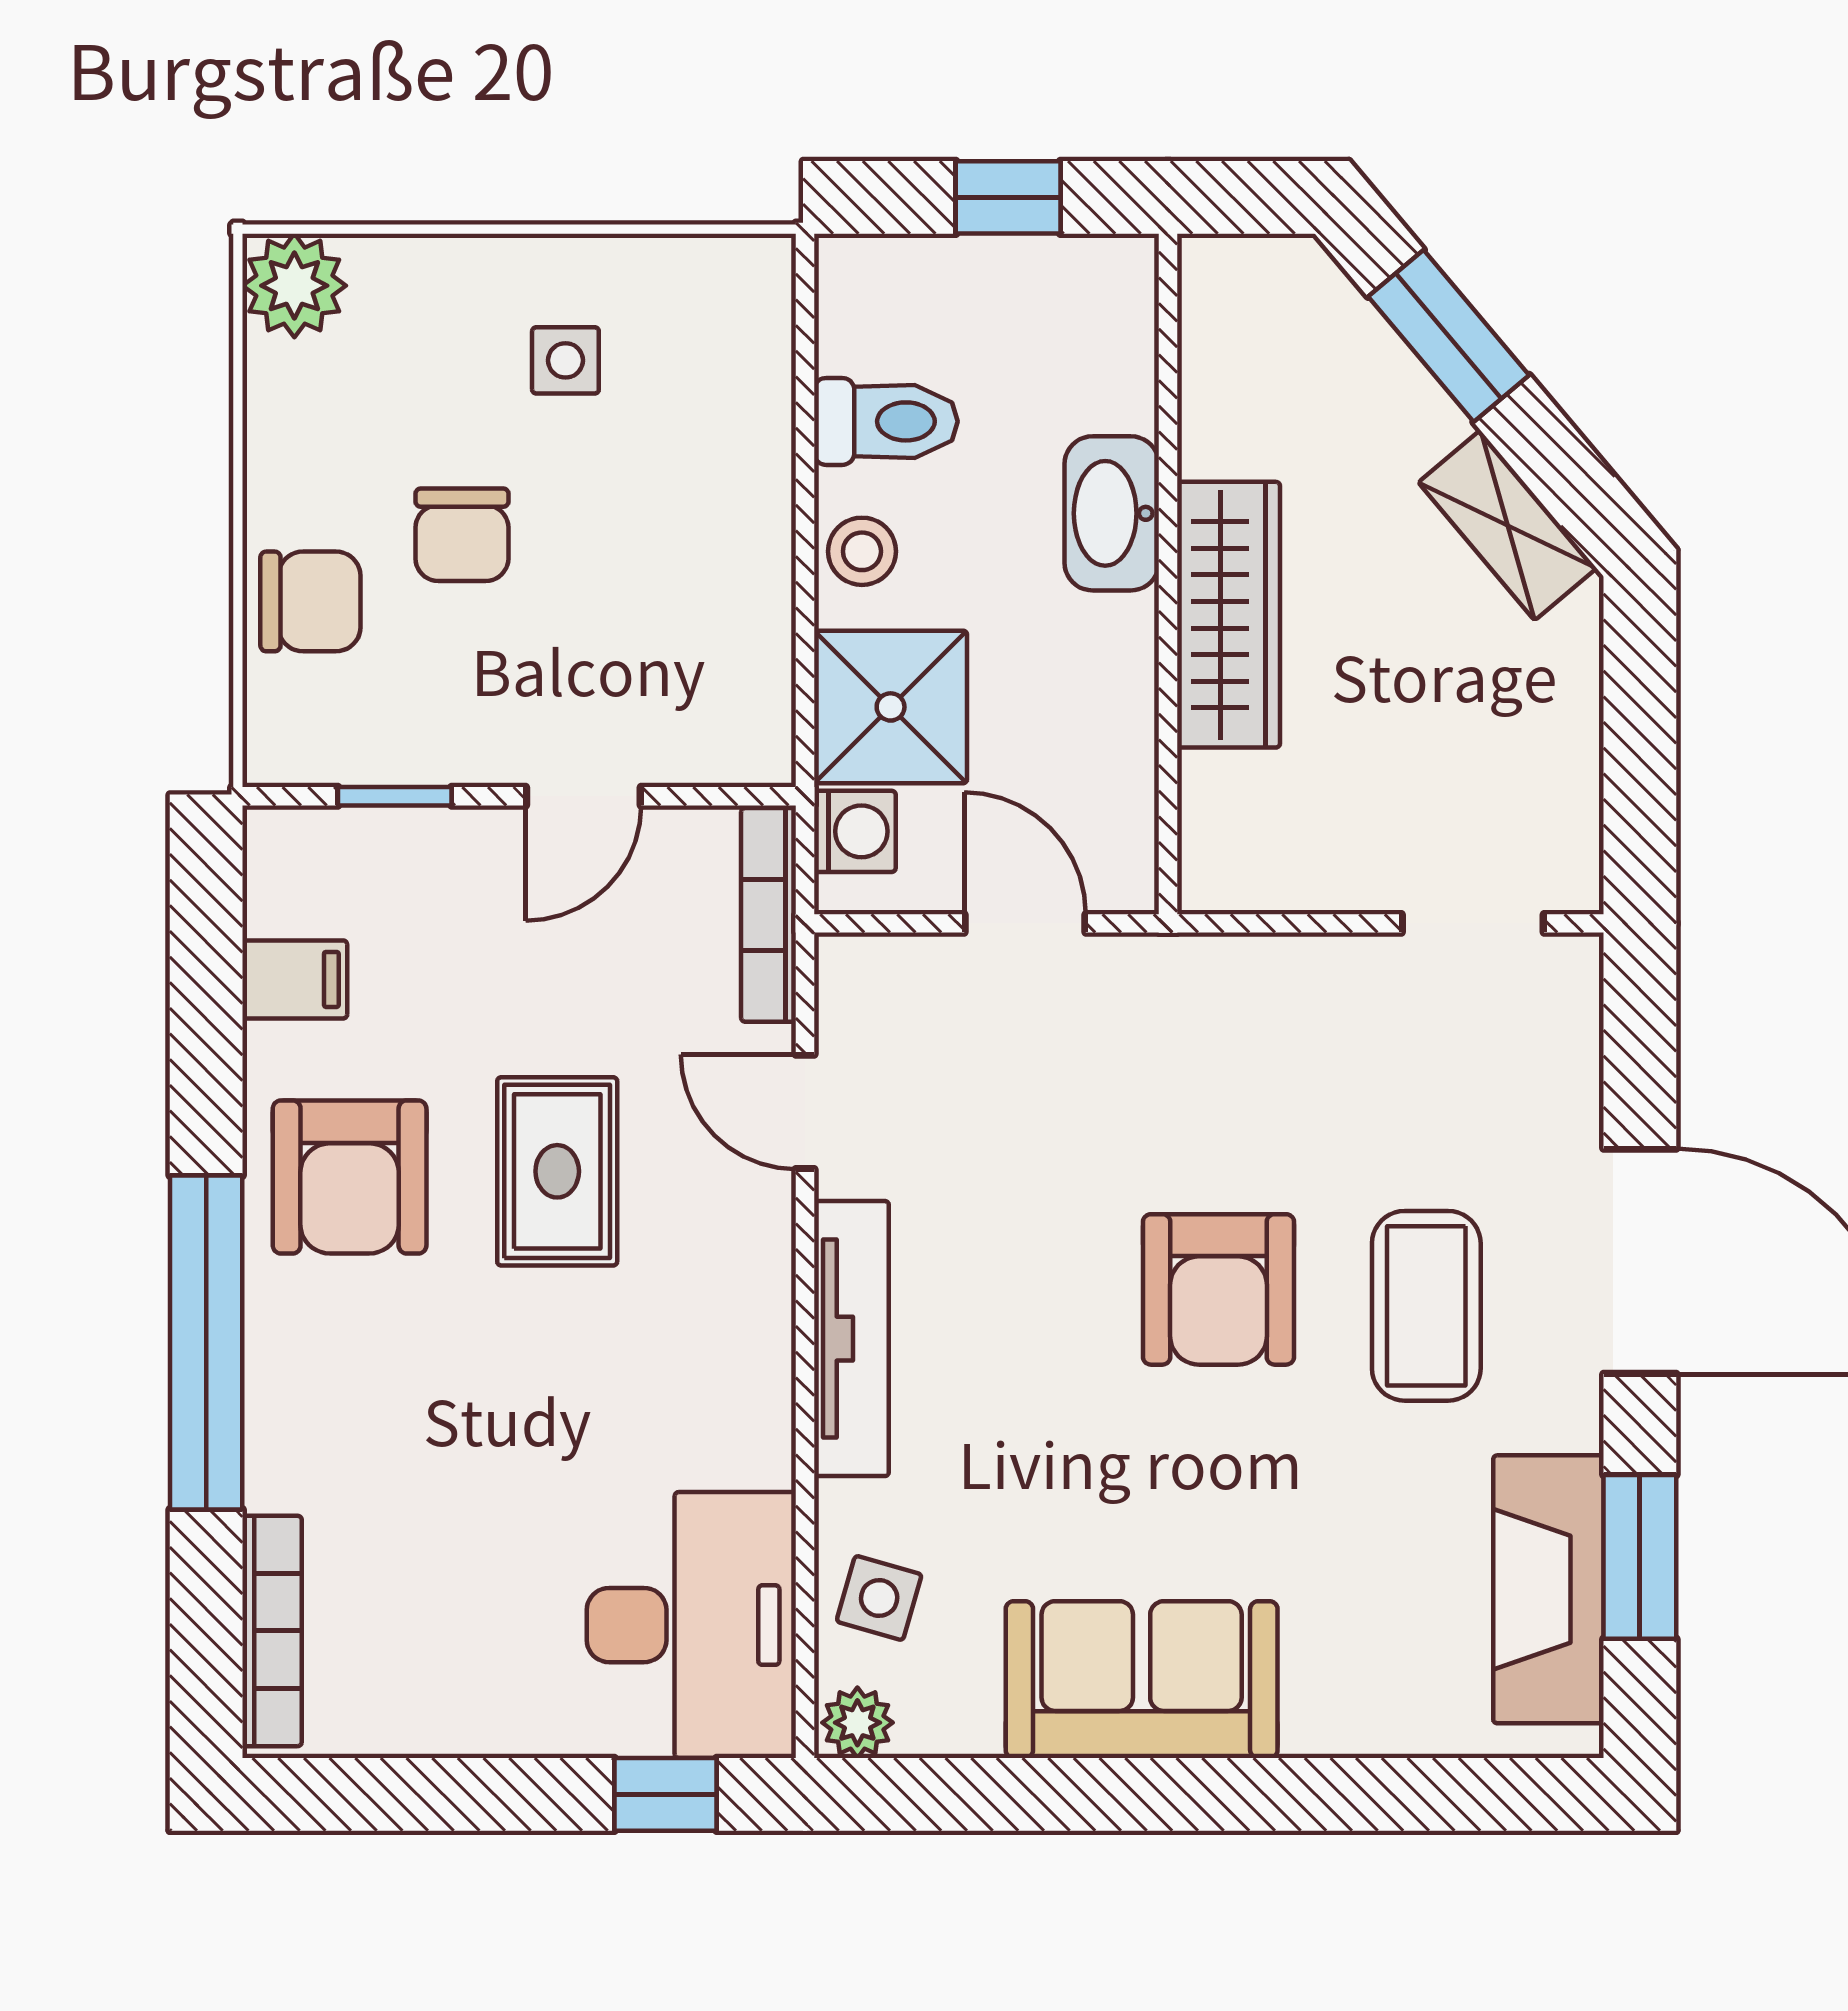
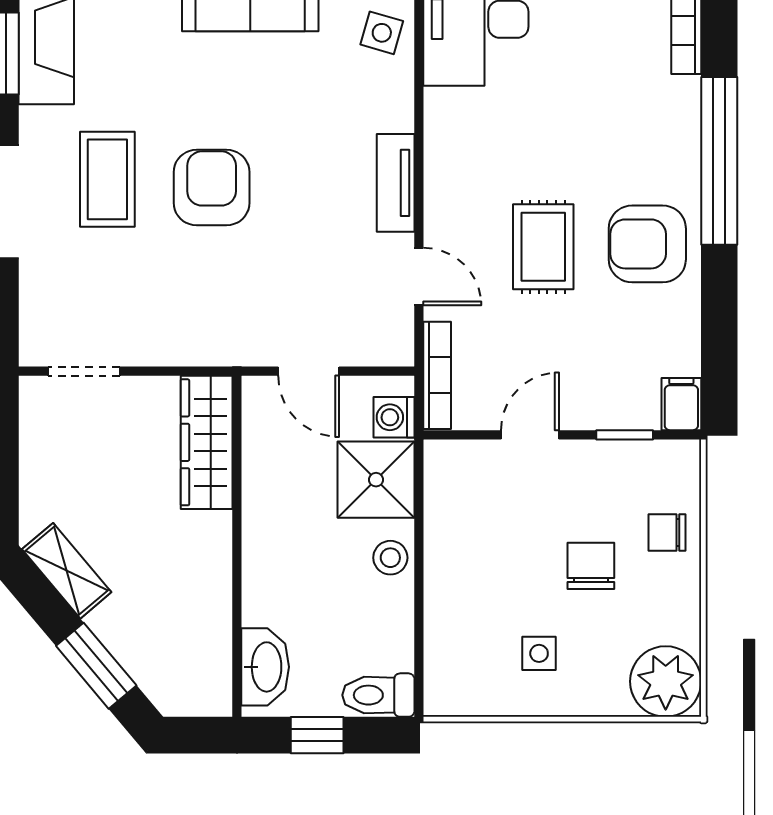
plant: (294, 286) -> (666, 681), width x1.36, depth x1.36
toilet: (886, 421) -> (378, 695), moved
washbasin: (1112, 513) -> (265, 667), moved
chair: (310, 601) -> (667, 533), width x0.73, depth x0.73
wardrobe: (1229, 615) -> (207, 442), moved
filing cabinet: (295, 979) -> (681, 404), moved, turned 90
armchair: (350, 1177) -> (647, 244), turned -90
tv unit: (851, 1339) -> (396, 183), width x0.71

